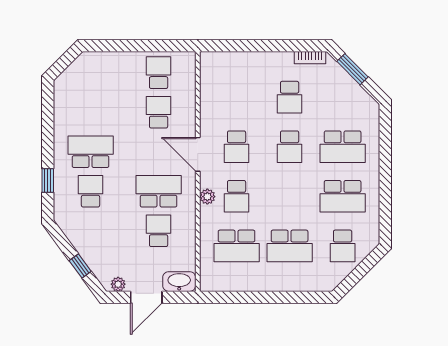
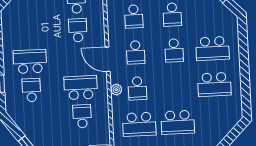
school desk: (343, 246) -> (134, 16), moved

